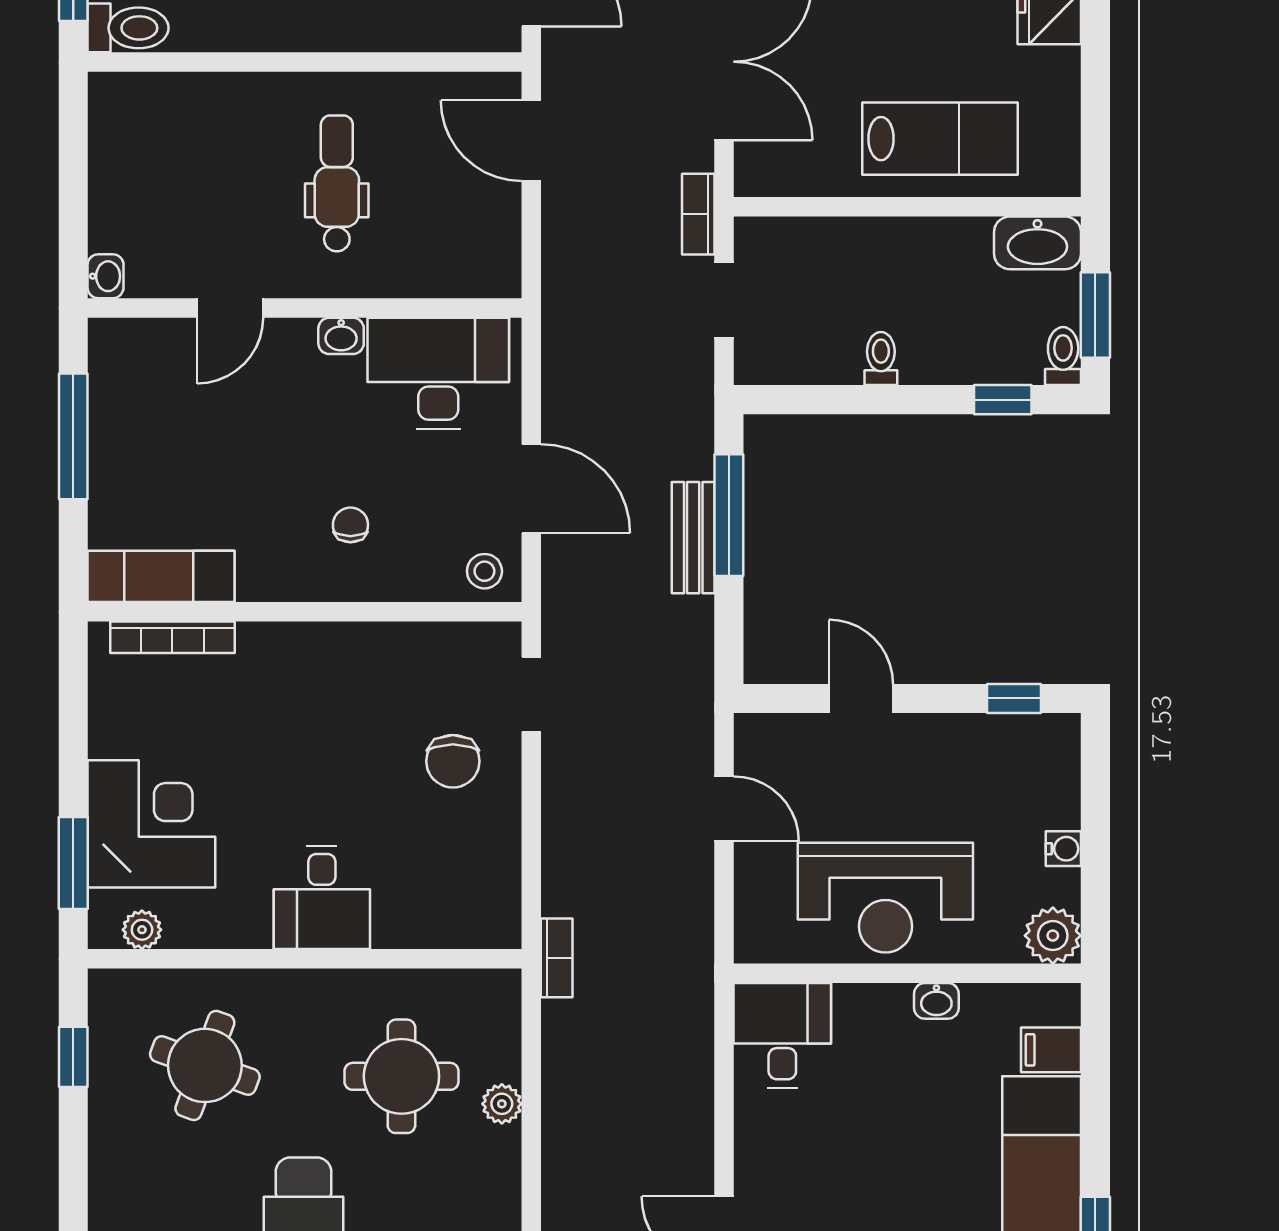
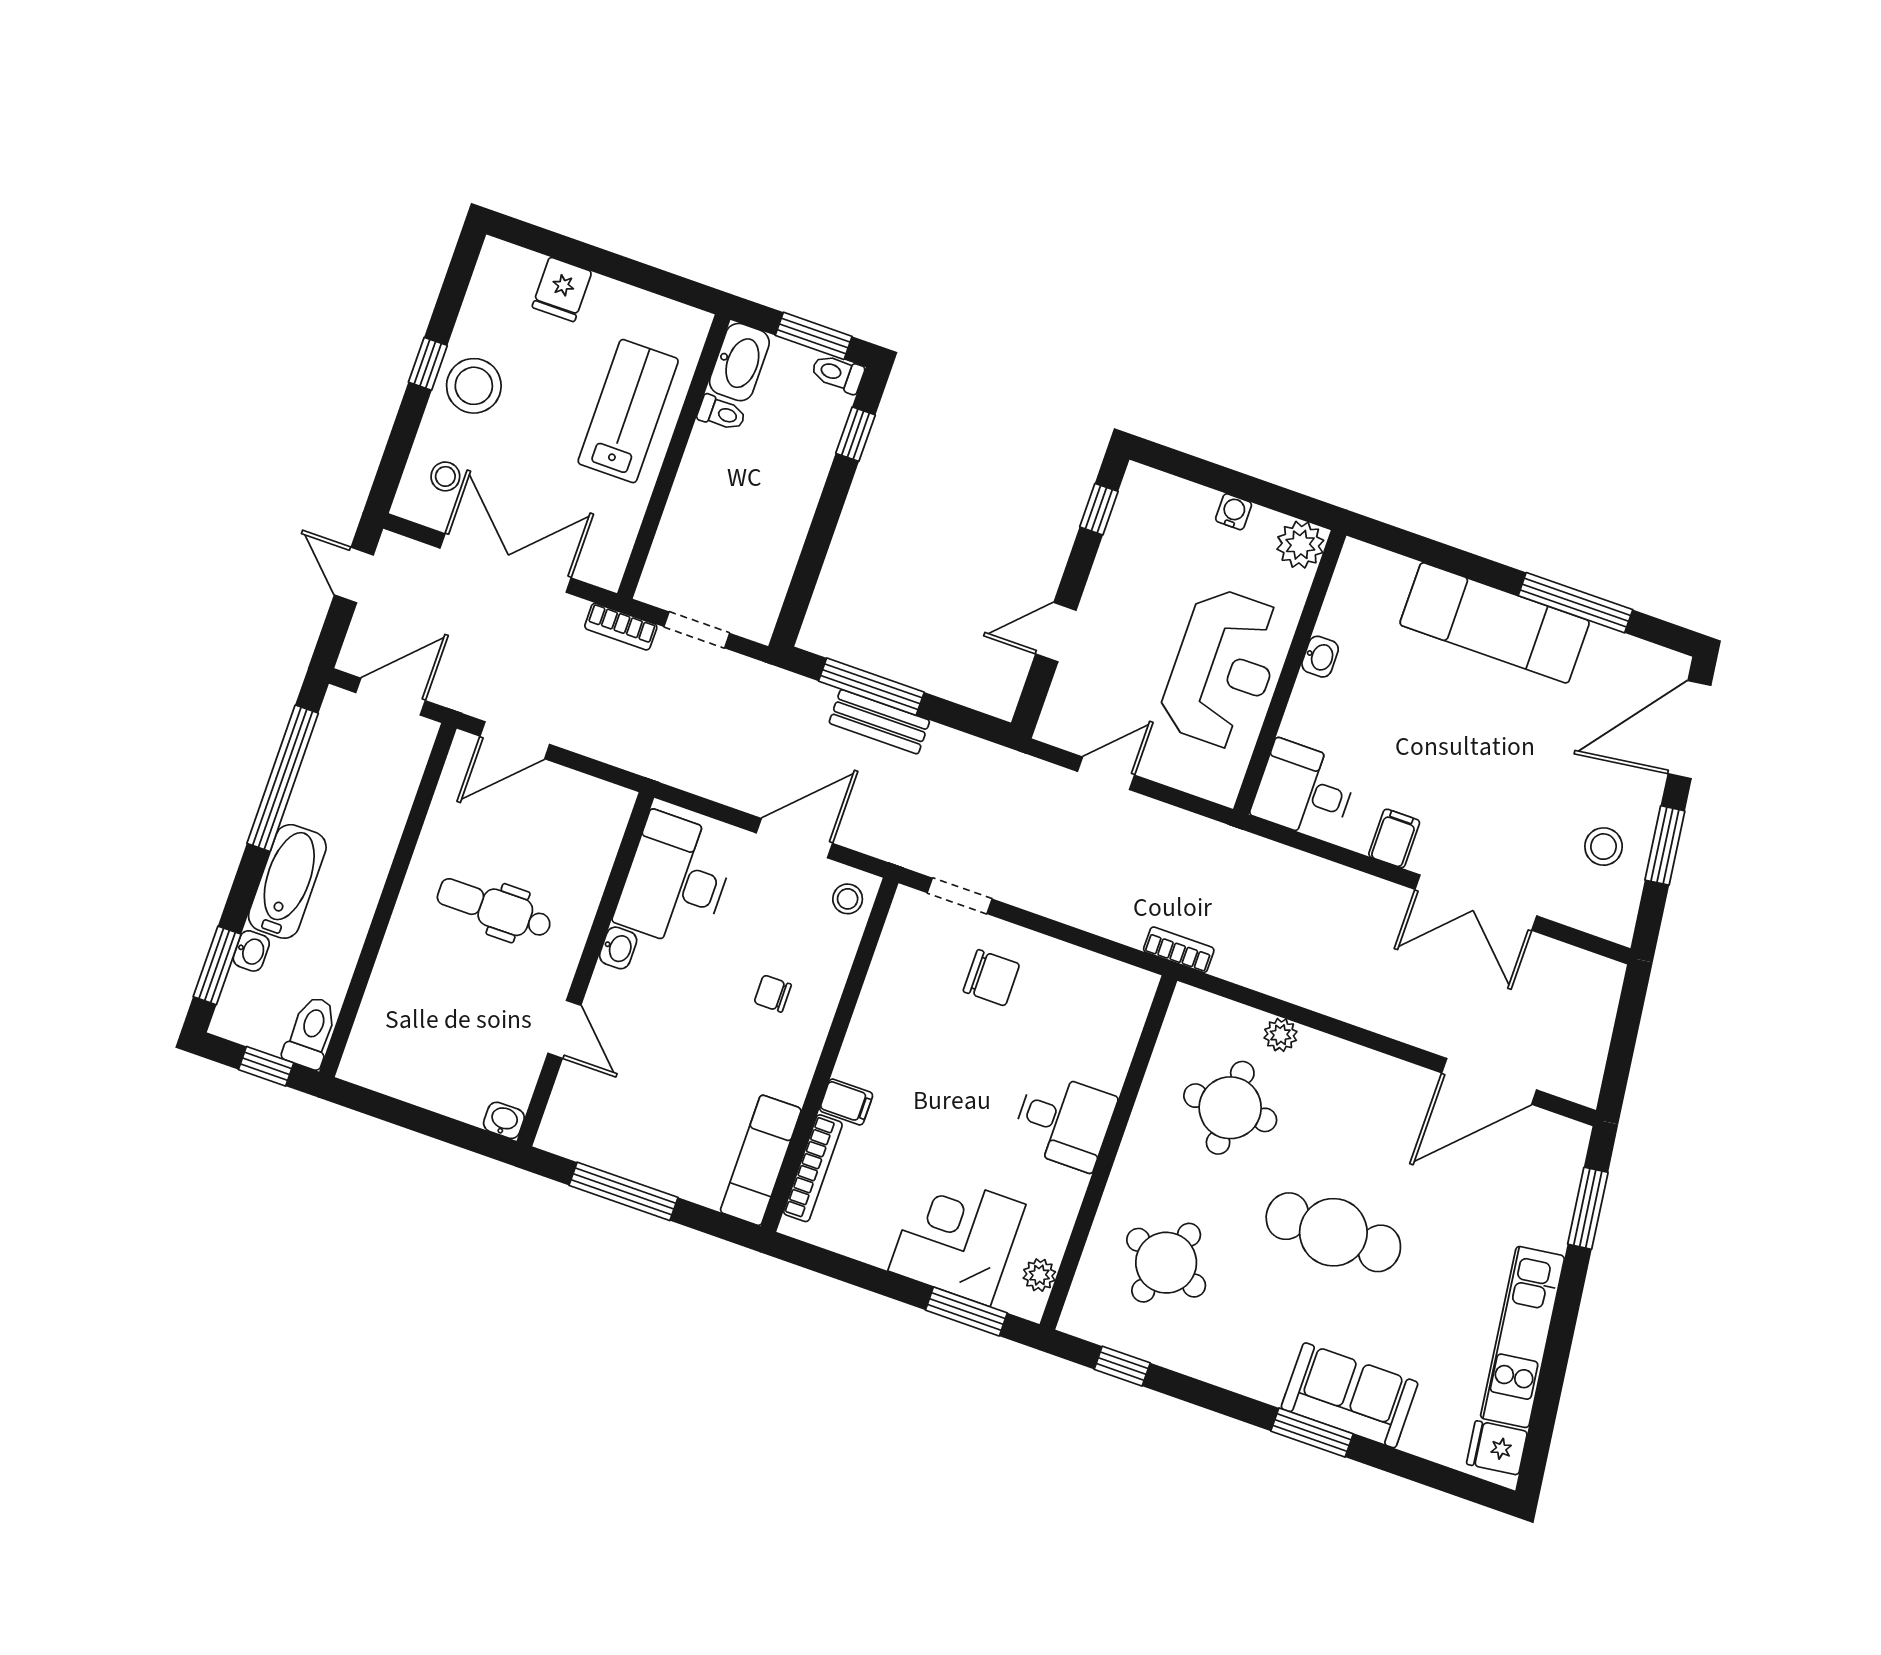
toilet: (881, 359) -> (722, 413), moved, turned 180
filing cabinet: (259, 648) -> (846, 1102), added
filing cabinet: (1051, 1050) -> (1394, 838), moved, turned 180

